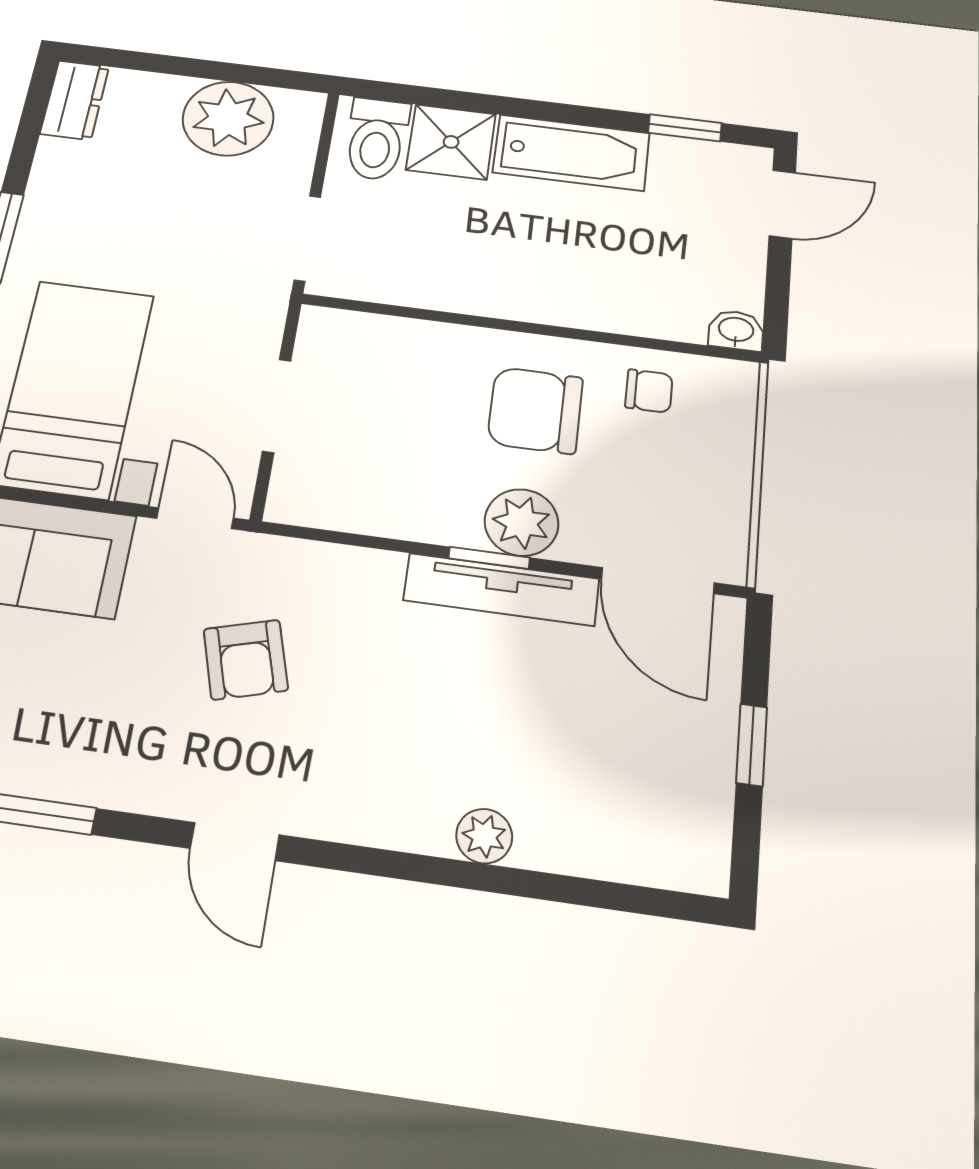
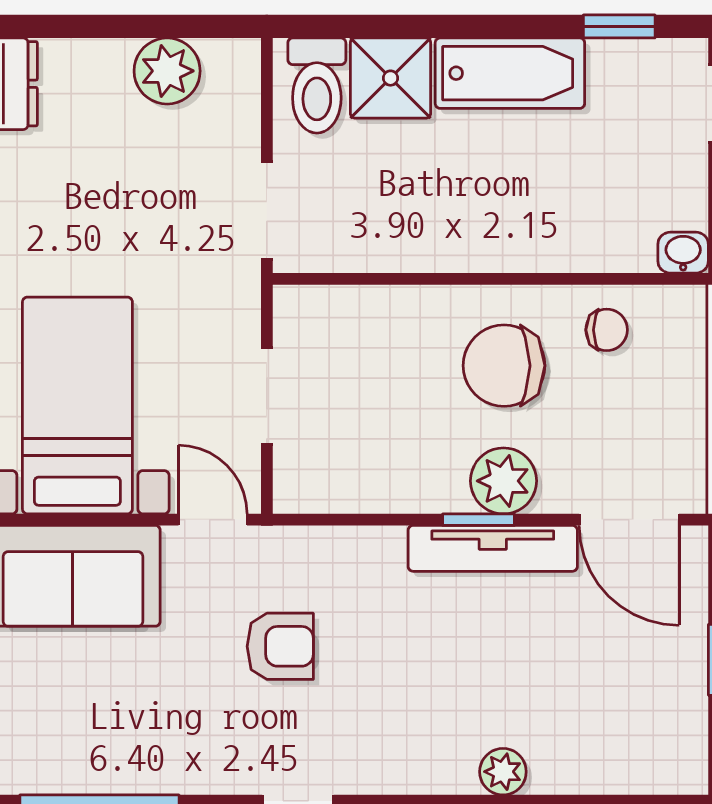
plant: (228, 118) -> (167, 71), width x0.73, depth x0.73
armchair: (246, 660) -> (280, 646), turned -74

